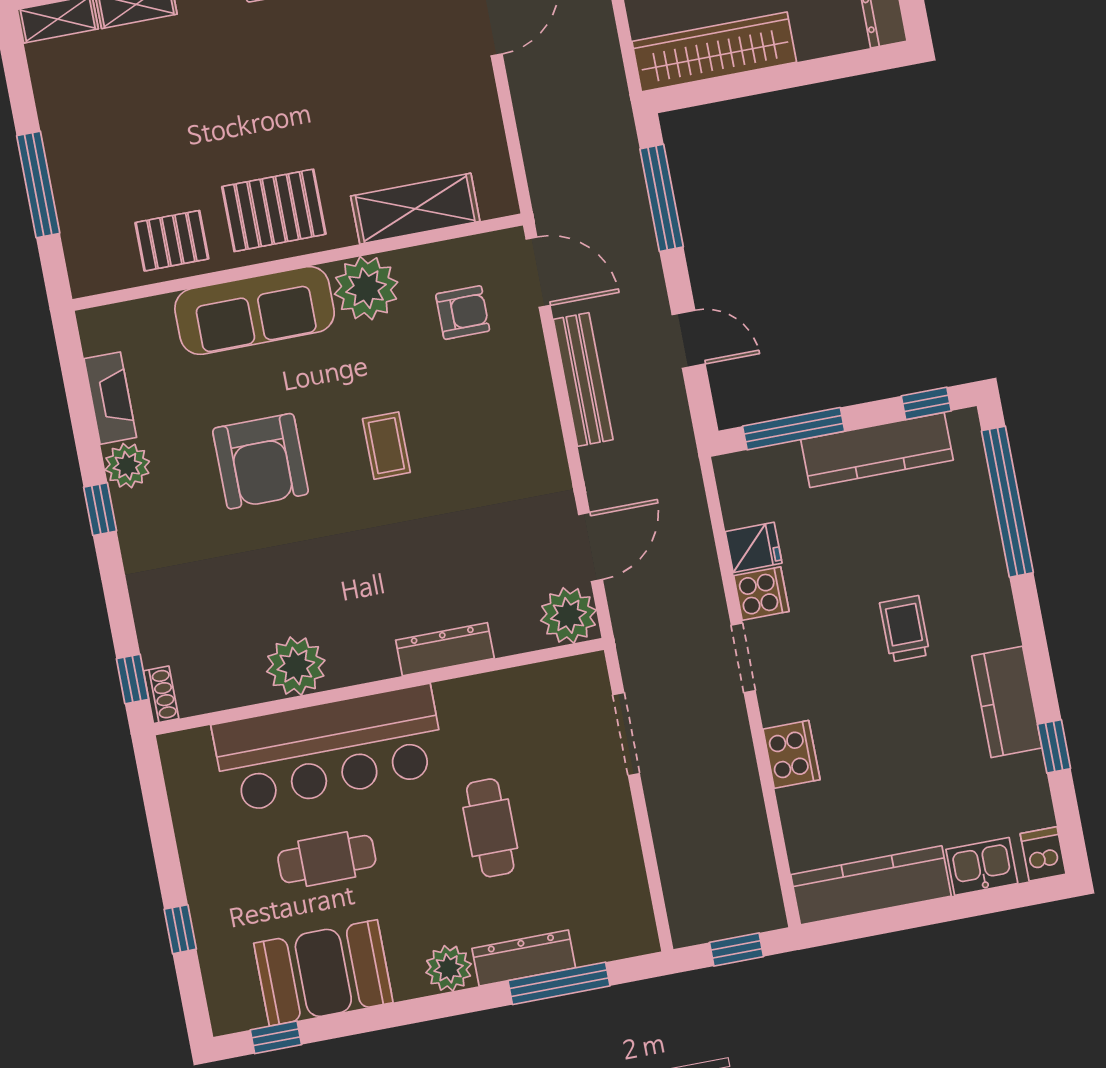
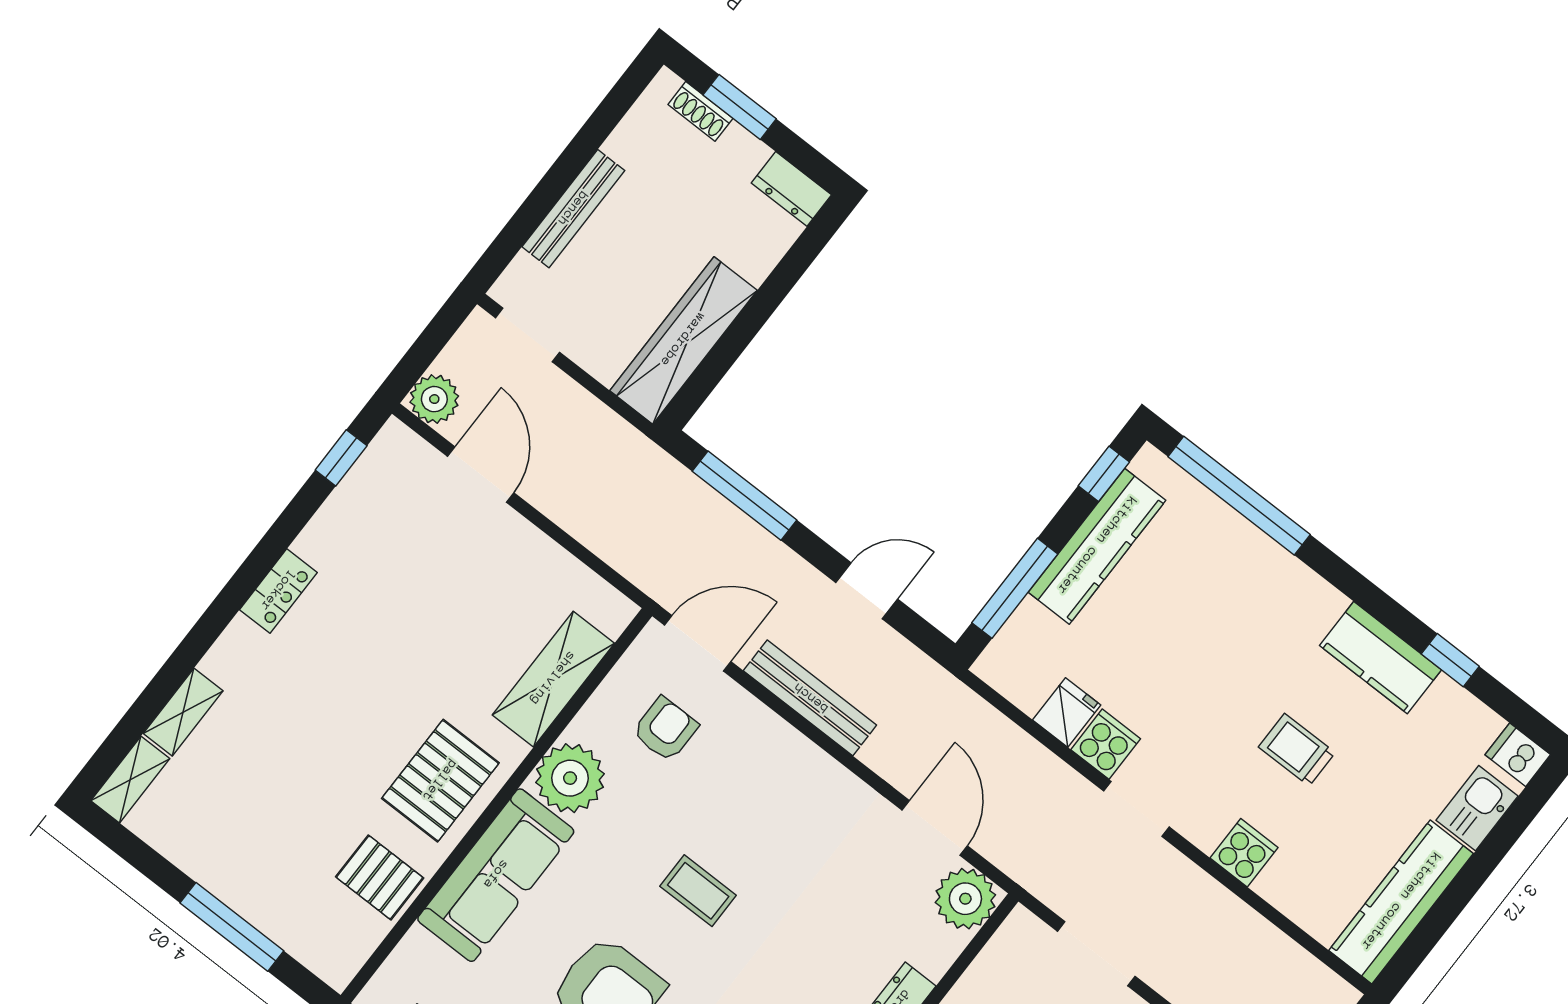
pallet: (172, 241) -> (380, 877), turned 90
trolley: (905, 629) -> (1297, 750), moved
cooker: (791, 754) -> (1244, 853), width x0.73

